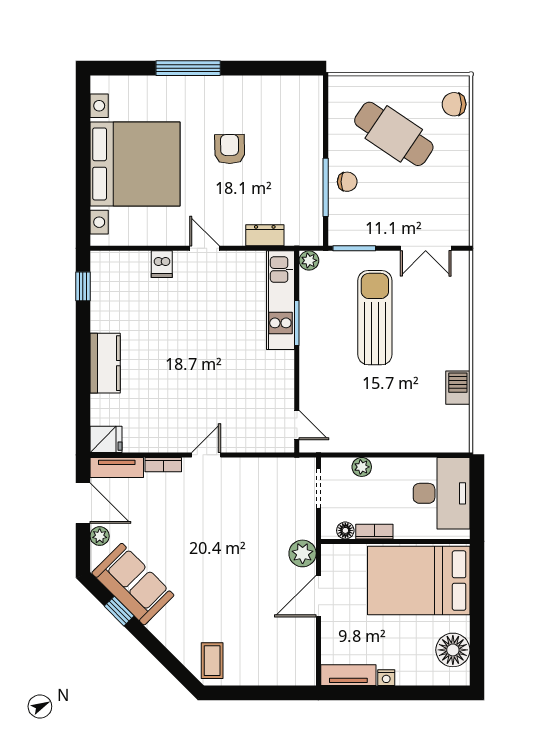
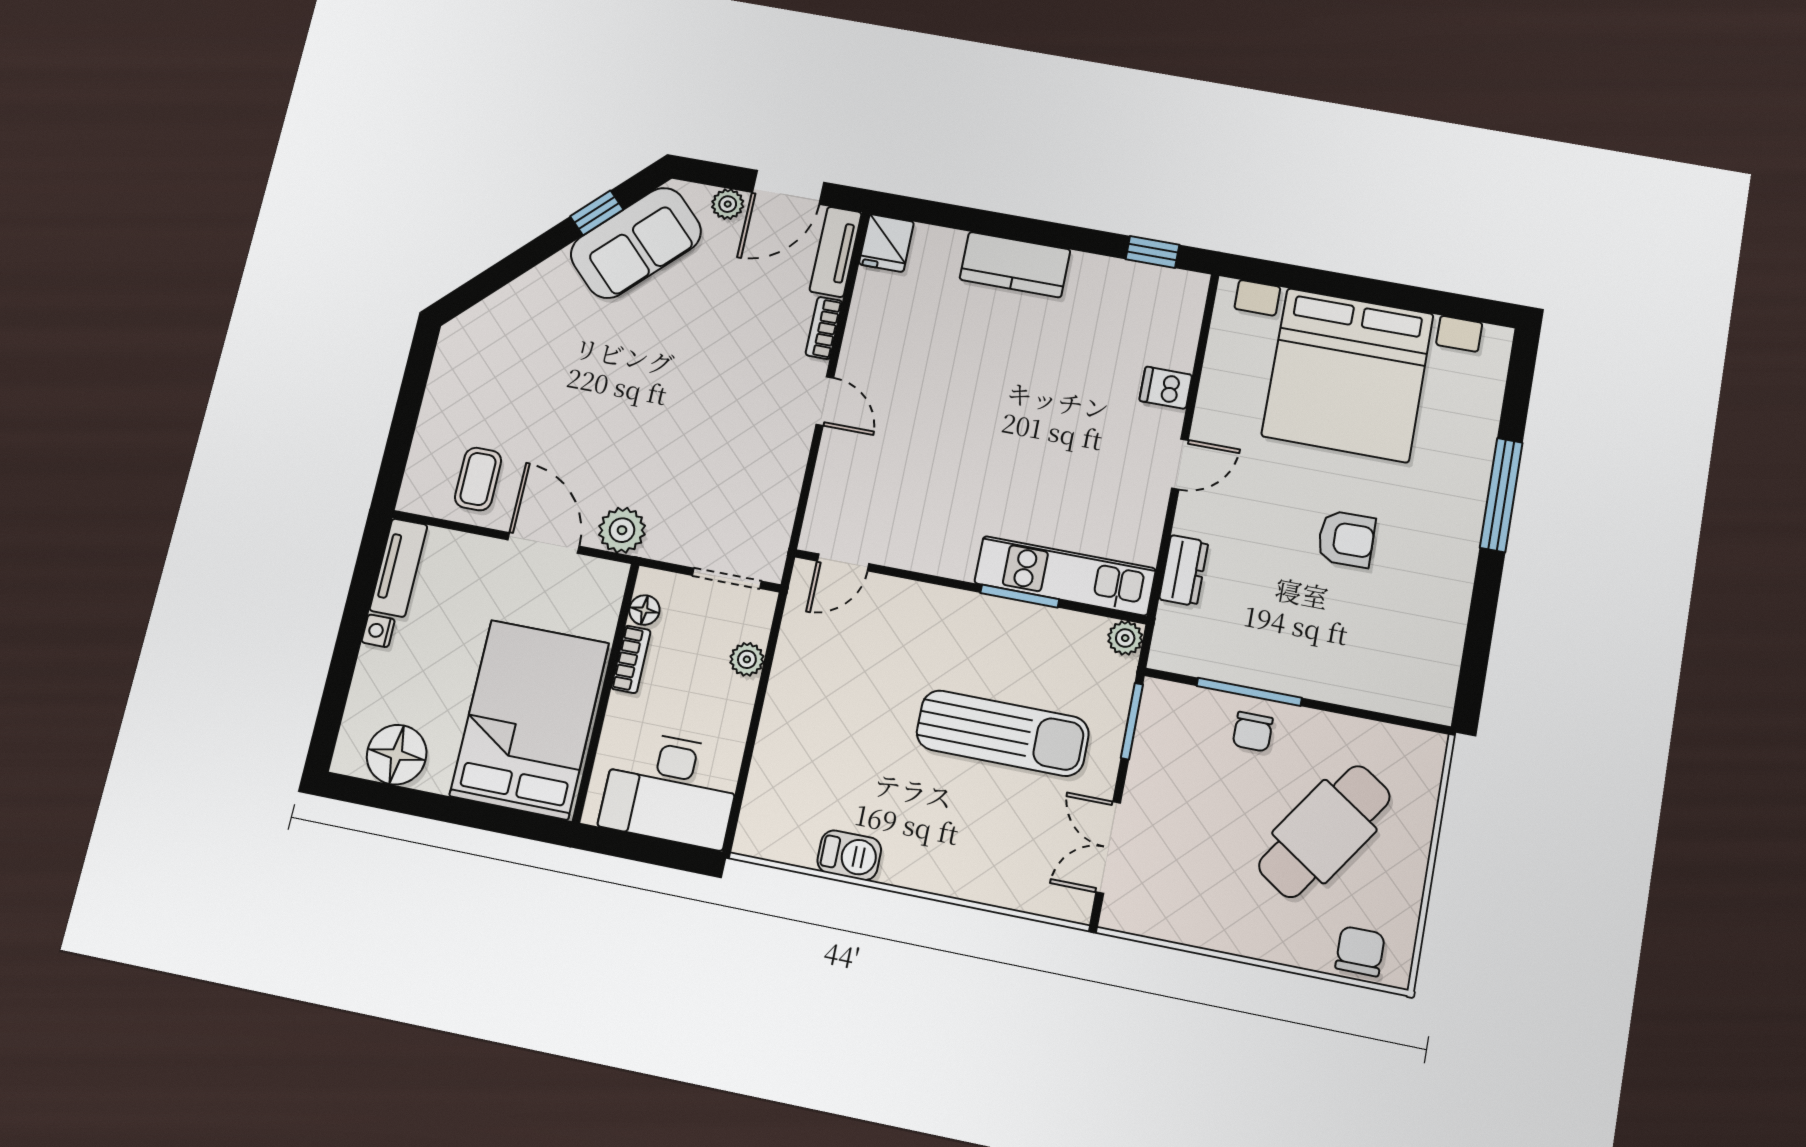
coffee table: (212, 661) -> (478, 479), moved, turned 90

